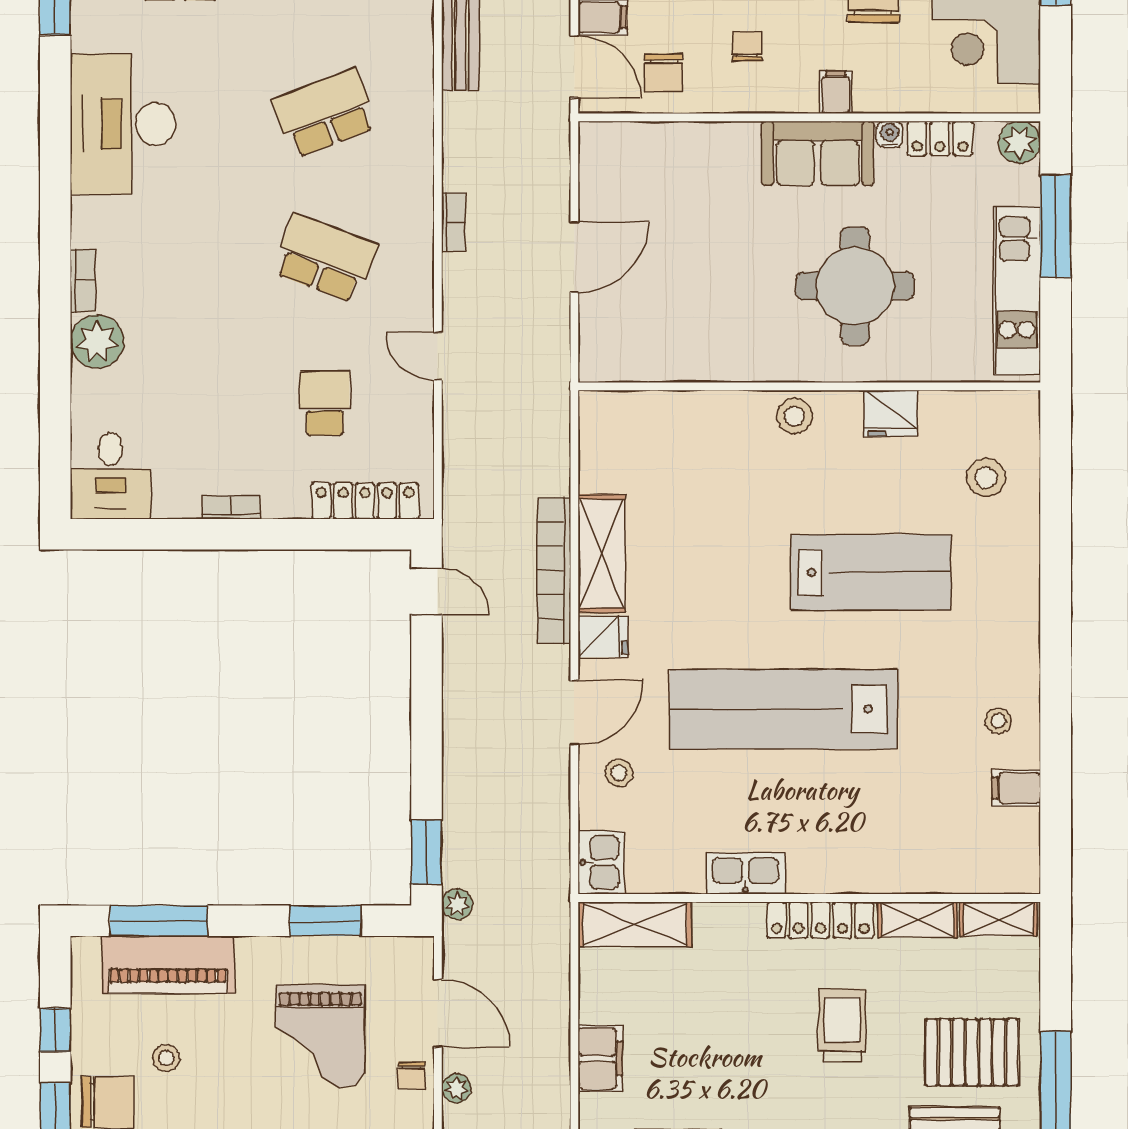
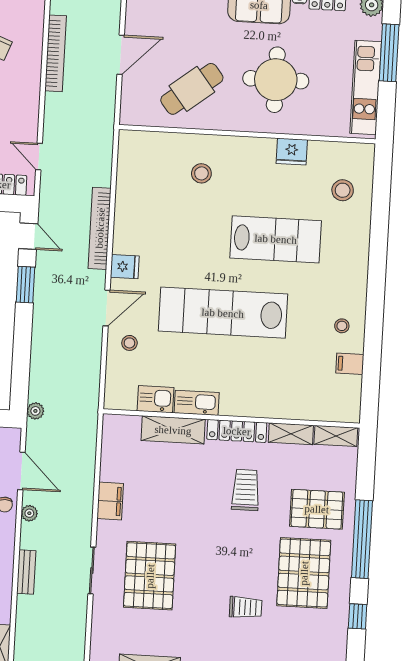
bookcase: (454, 222) -> (56, 53), width x2.31, depth x1.31
cafe table: (705, 311) -> (192, 89), added
door: (438, 356) -> (39, 157), moved
stool: (794, 416) -> (201, 173), moved
shelving: (602, 554) -> (127, 221), removed
window: (427, 852) -> (25, 285), moved
kitchen sink: (601, 862) -> (155, 399), moved, turned -90
shelving: (635, 924) -> (173, 430), moved

